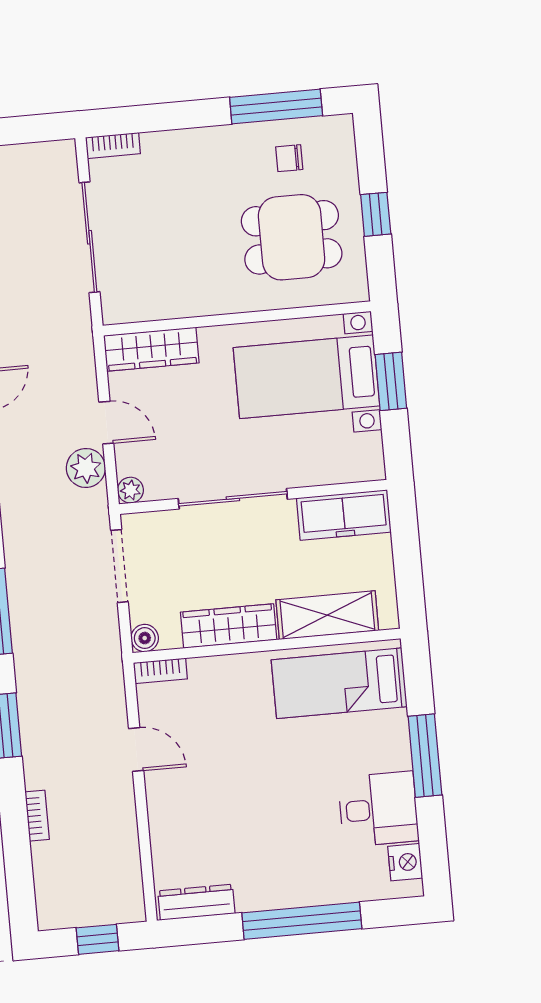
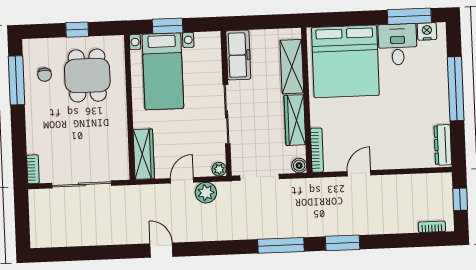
bookcase: (160, 671) -> (317, 150), width x1.56
bed: (339, 683) -> (345, 61), width x2.04
window: (425, 756) -> (409, 16), moved
bookcase: (37, 816) -> (432, 227), moved

